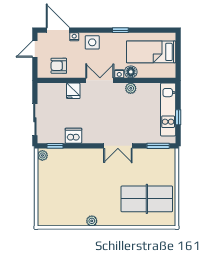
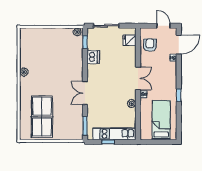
side table: (92, 42) -> (169, 72), removed
floor lamp: (131, 72) -> (145, 104), removed
fridge: (73, 91) -> (130, 40), moved

